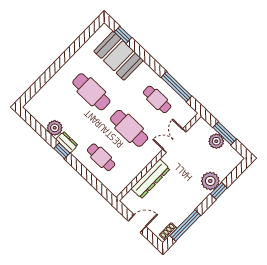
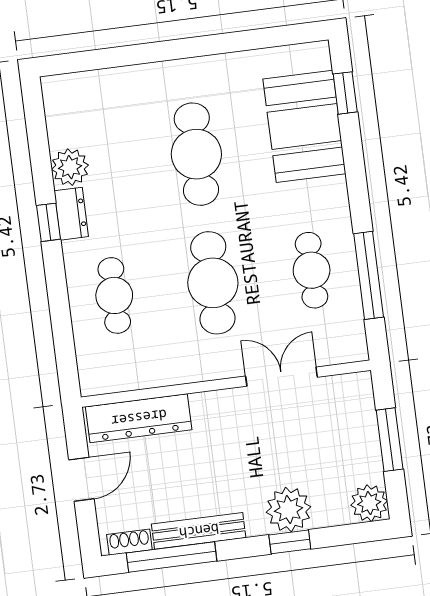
plant: (216, 141) -> (369, 503), moved
dresser: (151, 179) -> (139, 418), moved
bench: (187, 210) -> (199, 531), added
door: (137, 224) -> (81, 479), hinge flipped

